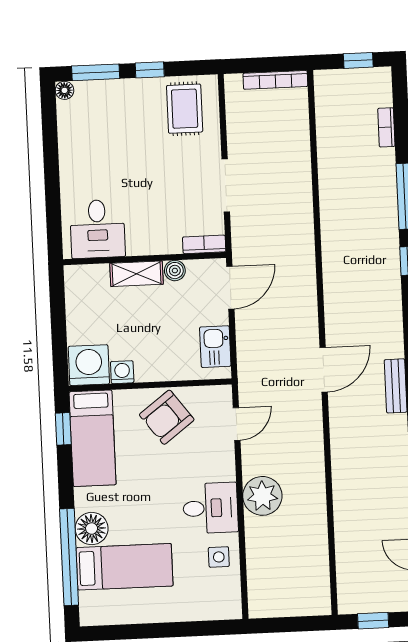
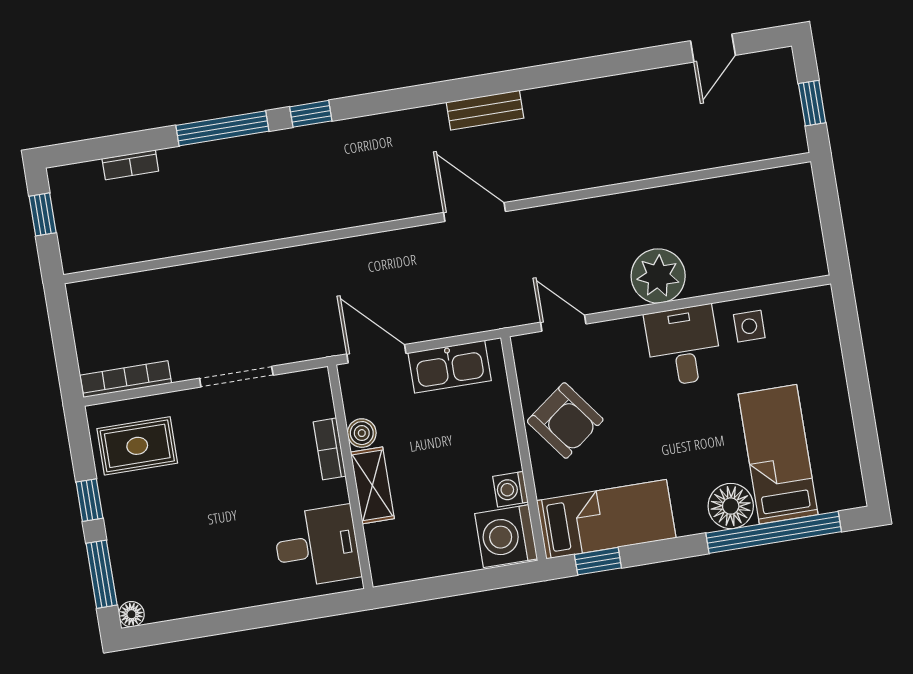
bookcase: (275, 80) -> (126, 379), moved, turned -90
bookcase: (204, 244) -> (330, 449), moved
kitchen sink: (215, 347) -> (450, 367), width x1.38

